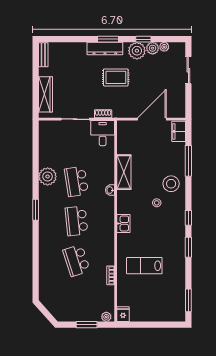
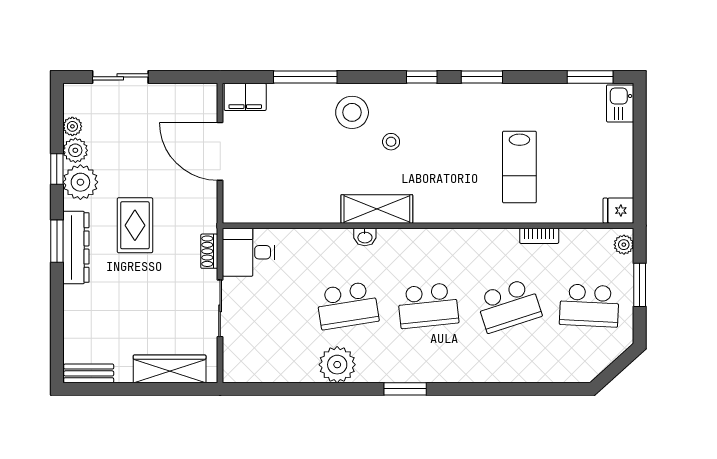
shelving: (124, 172) -> (377, 209), moved
kitchen sink: (123, 223) -> (620, 103), moved, turned -90
school desk: (76, 300) -> (589, 306), added

